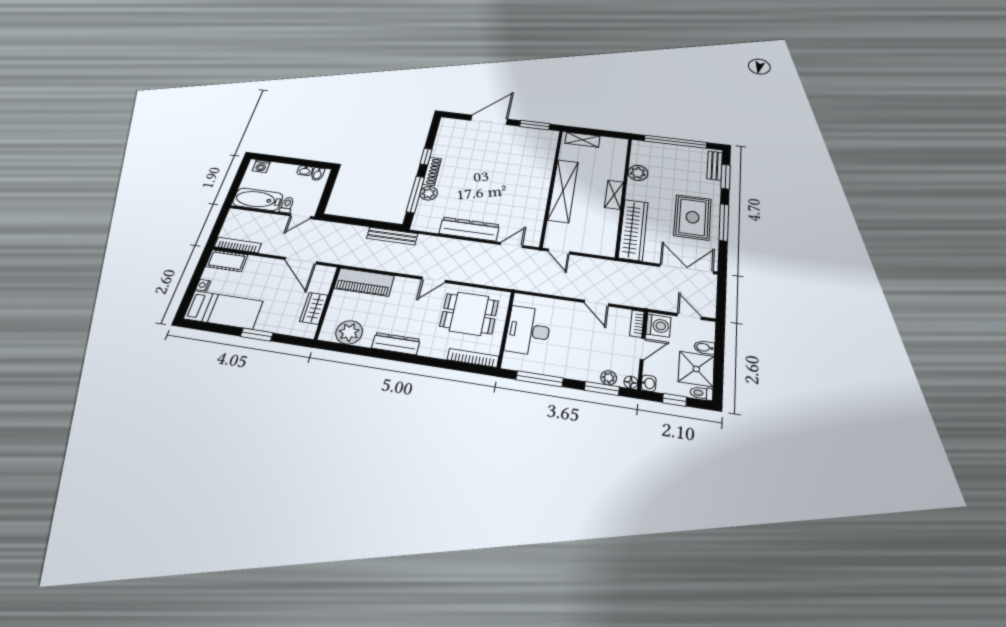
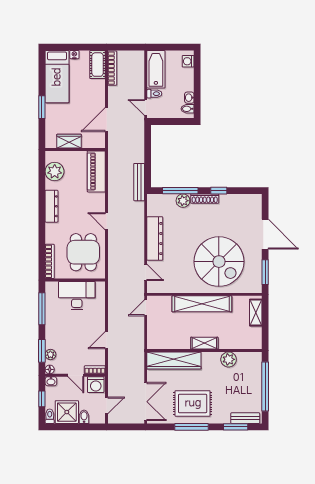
spiral stairs: (513, 167) -> (219, 262), added

